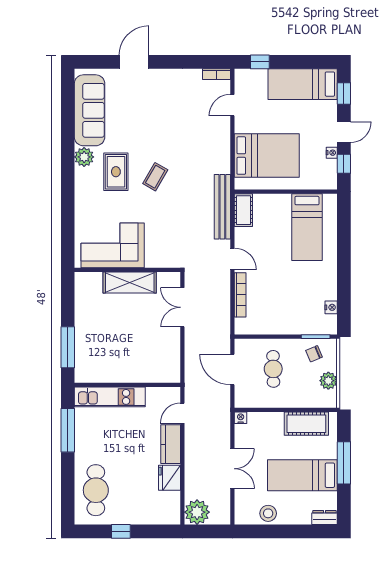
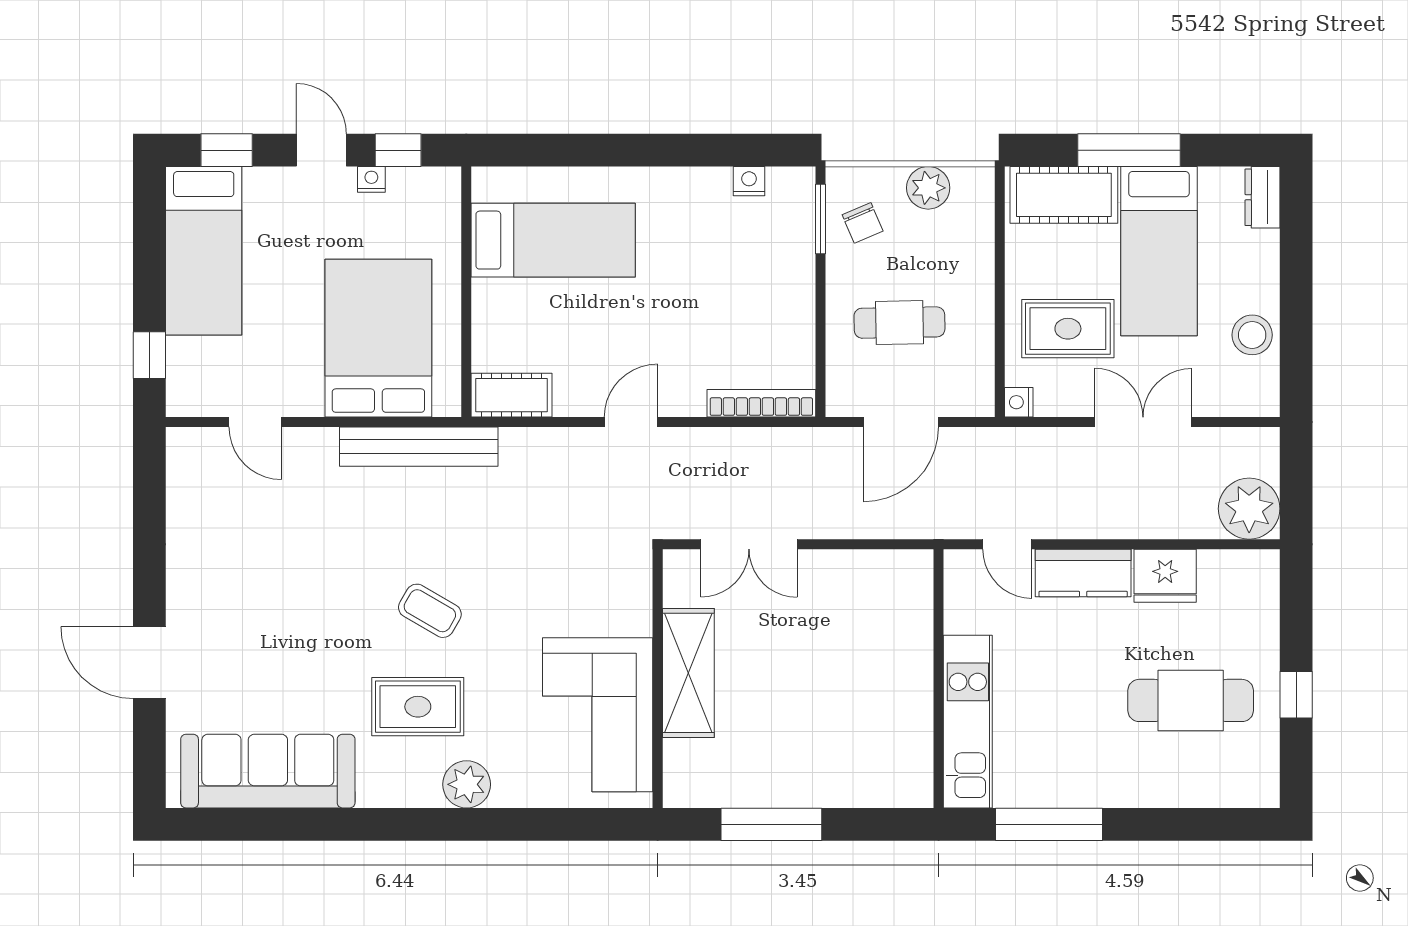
bookcase: (217, 74) -> (179, 461), removed
plant: (84, 157) -> (467, 784), moved
bench: (222, 207) -> (419, 447), moved
bookcase: (240, 295) -> (761, 403), moved
window: (68, 347) -> (771, 824), moved
cot: (306, 424) -> (1064, 195), moved, turned 90
rug: (271, 438) -> (1068, 329), added
cafe table: (96, 490) -> (1191, 700), moved

